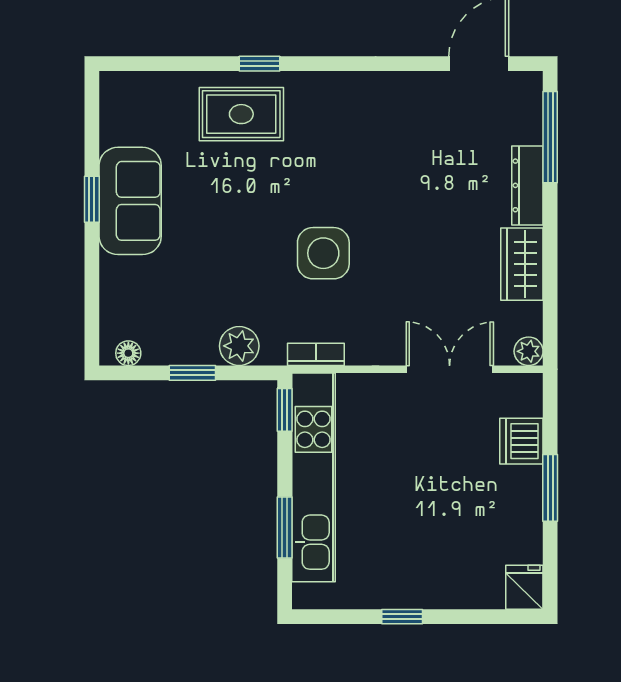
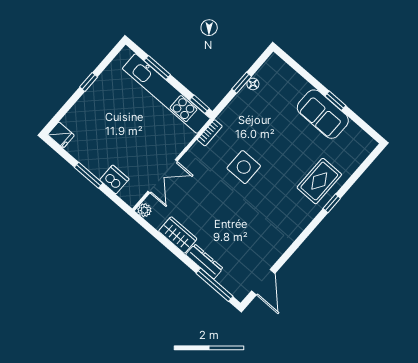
plant: (239, 346) -> (237, 108), removed
floor lamp: (128, 353) -> (253, 84), moved

